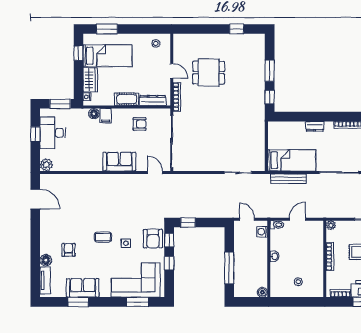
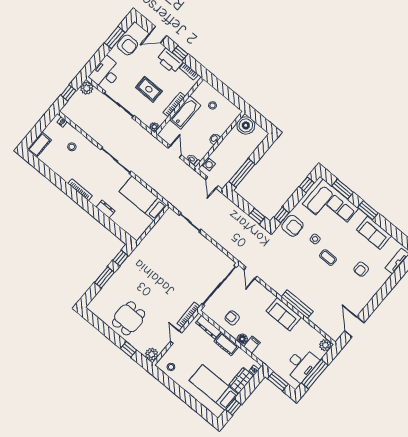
window: (107, 29) -> (198, 407), removed
window: (237, 29) -> (129, 349), moved
plant: (180, 40) -> (152, 354), added
dining table: (209, 73) -> (129, 318), moved, turned 90
floor lamp: (94, 114) -> (242, 339), moved
window: (35, 134) -> (315, 374), width x2.17
sofa: (119, 162) -> (284, 314), moved
bench: (288, 179) -> (297, 304), moved
door: (298, 219) -> (175, 152), swing flipped
armchair: (153, 239) -> (292, 226), turned 90
bathtub: (316, 258) -> (185, 112), added
floor lamp: (46, 260) -> (384, 276), removed
window: (169, 263) -> (307, 185), moved
window: (229, 268) -> (242, 173), moved
boiler: (262, 292) -> (246, 125), width x1.86, depth x1.86
window: (78, 302) -> (368, 210), moved

